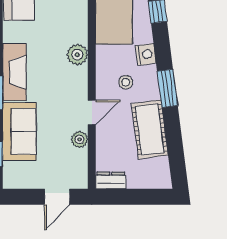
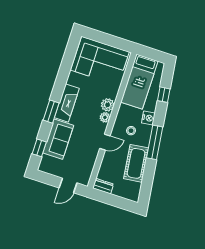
window: (167, 88) -> (155, 142), width x1.44
plant: (79, 139) -> (105, 117), moved

